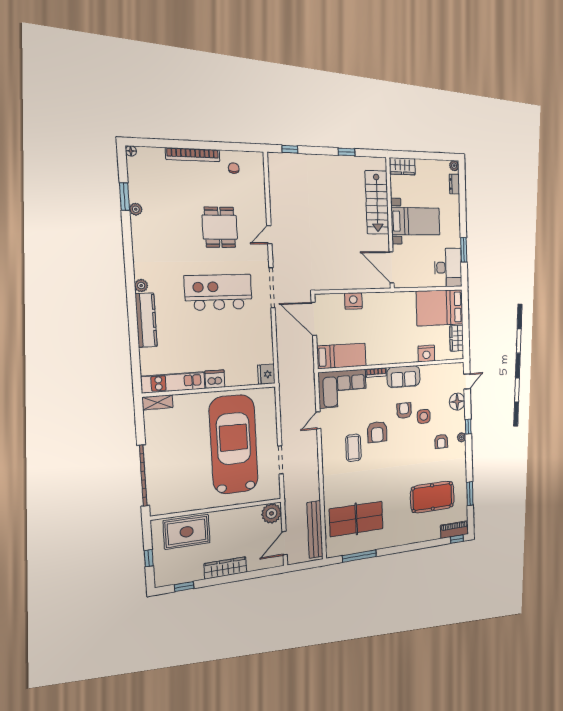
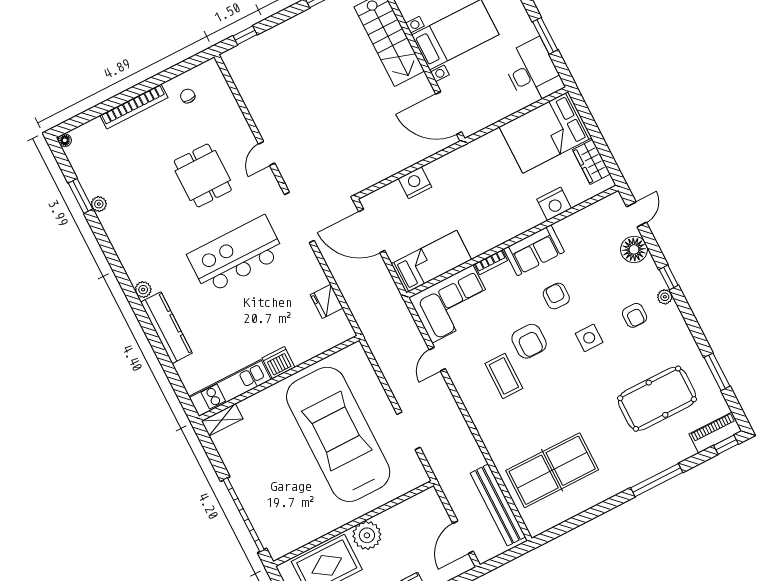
fridge: (266, 374) -> (327, 301), moved
side table: (424, 416) -> (589, 338), moved
plant: (271, 513) -> (367, 535), moved
window: (359, 556) -> (657, 480), moved

